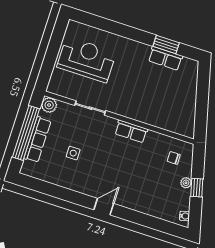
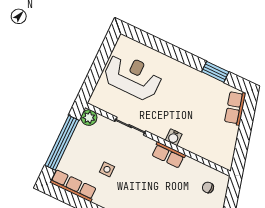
row of seats: (165, 58) -> (235, 108), moved, turned 75
water cooler: (134, 113) -> (174, 137), added
row of seats: (37, 140) -> (73, 186), moved, turned -90

